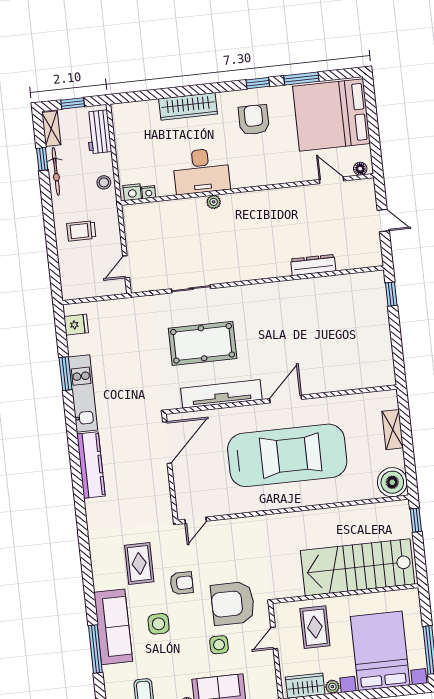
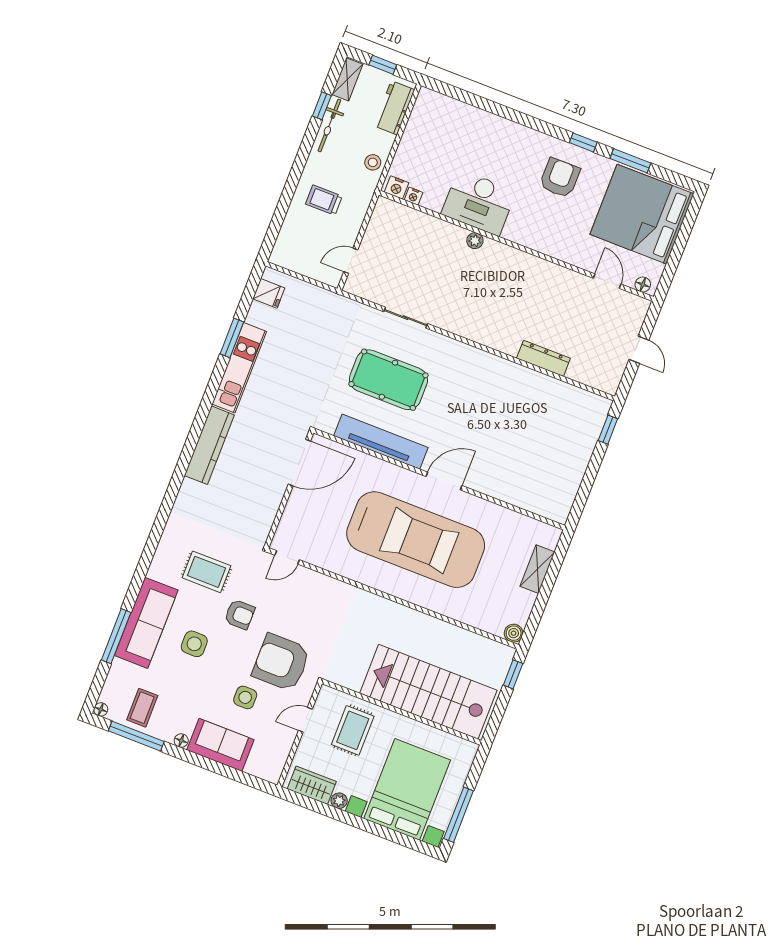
wardrobe: (188, 106) -> (499, 129), removed
boiler: (392, 482) -> (514, 633), width x0.54, depth x0.54
rug: (139, 564) -> (207, 572), turned 90

